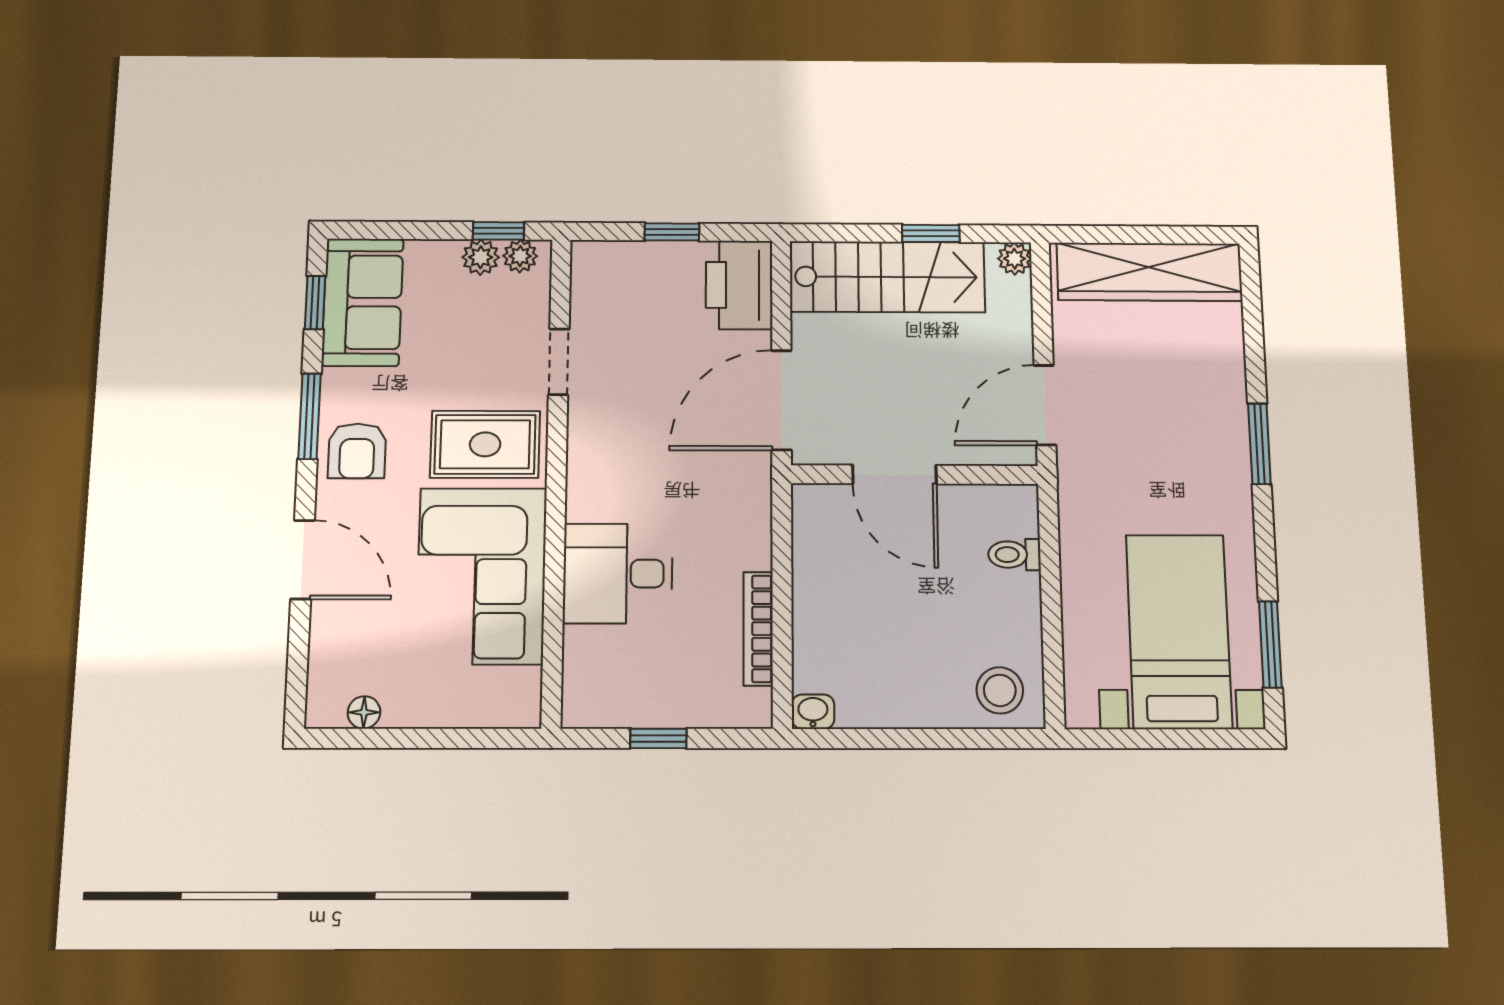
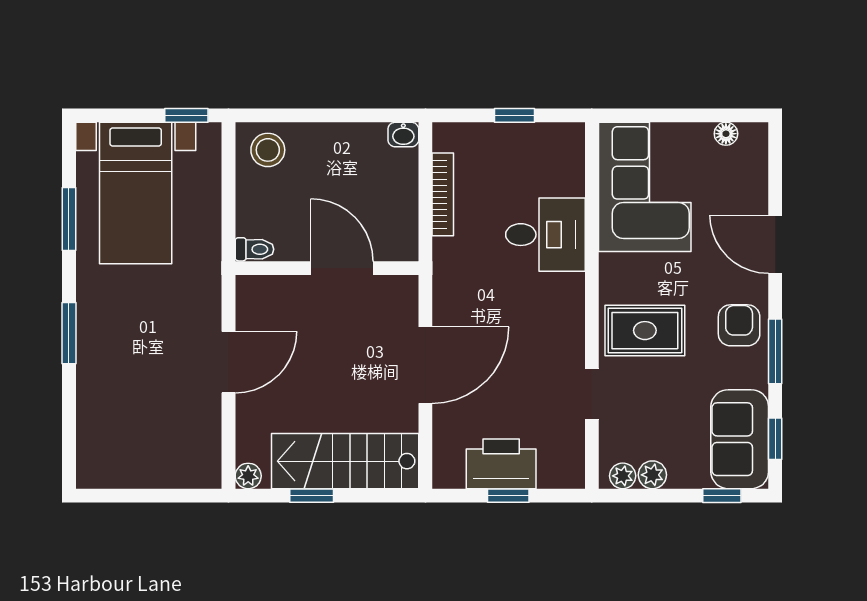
window: (498, 231) -> (722, 496), moved
wardrobe: (1149, 272) -> (146, 466), removed
printer: (739, 285) -> (501, 464), moved, turned -90
door: (894, 474) -> (342, 268), moved
wall: (915, 475) -> (327, 268), moved
corner sofa: (481, 576) -> (645, 187), moved
window: (1270, 644) -> (69, 219), moved
window: (1114, 739) -> (186, 115), added

